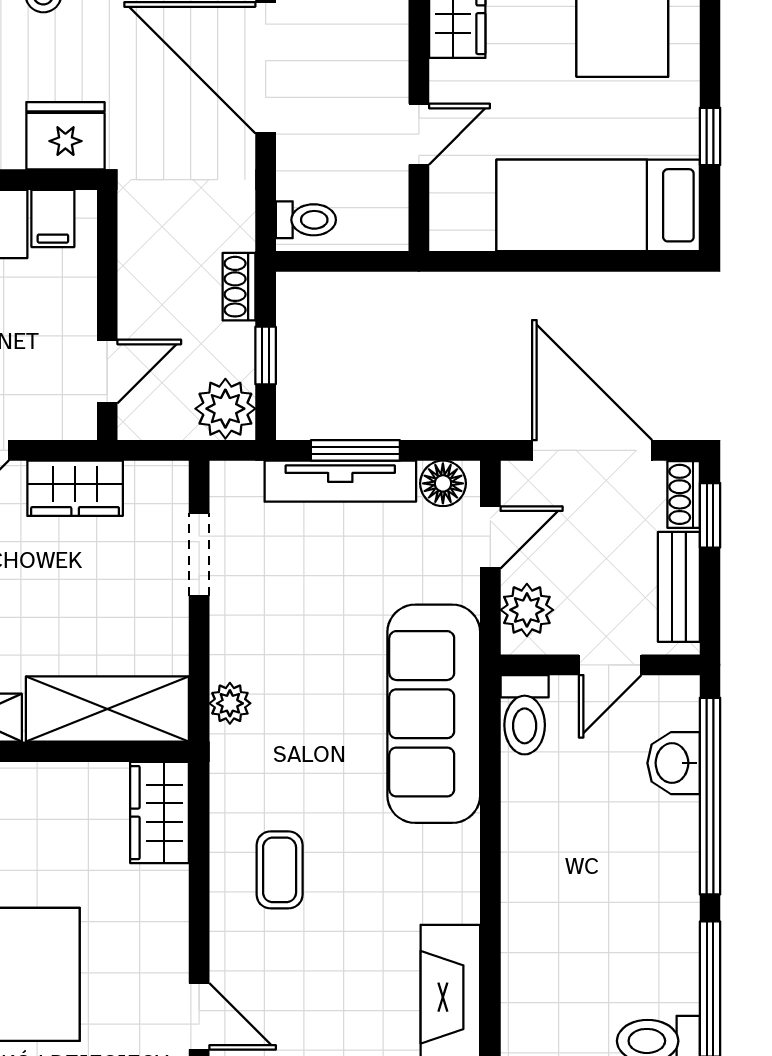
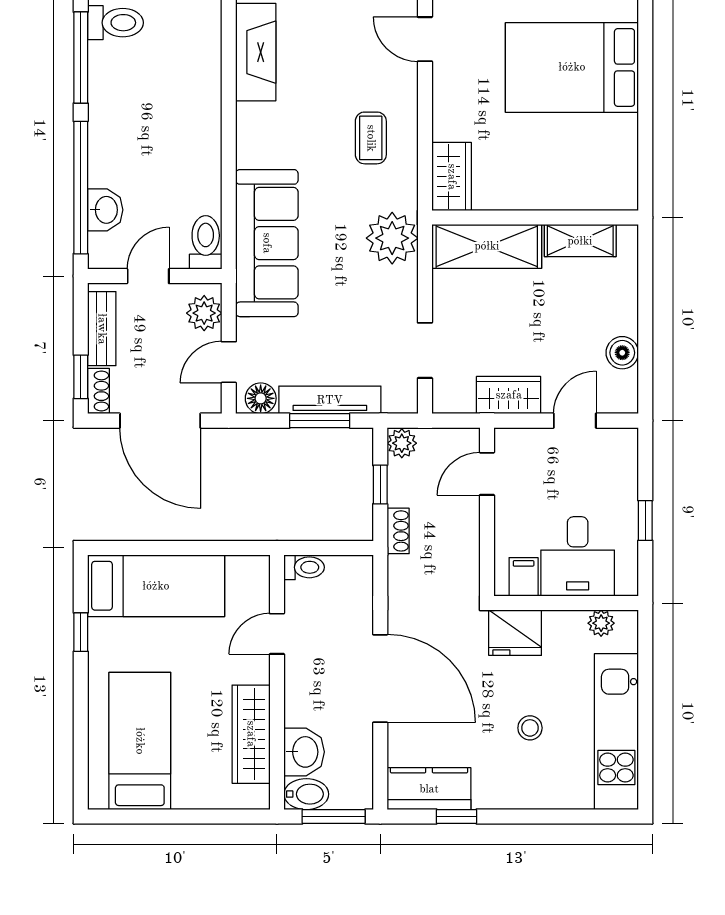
toilet: (306, 220) -> (304, 567), moved, turned 180
plant: (225, 409) -> (402, 443), width x0.73, depth x0.73
plant: (230, 703) -> (392, 238), width x1.87, depth x1.87

